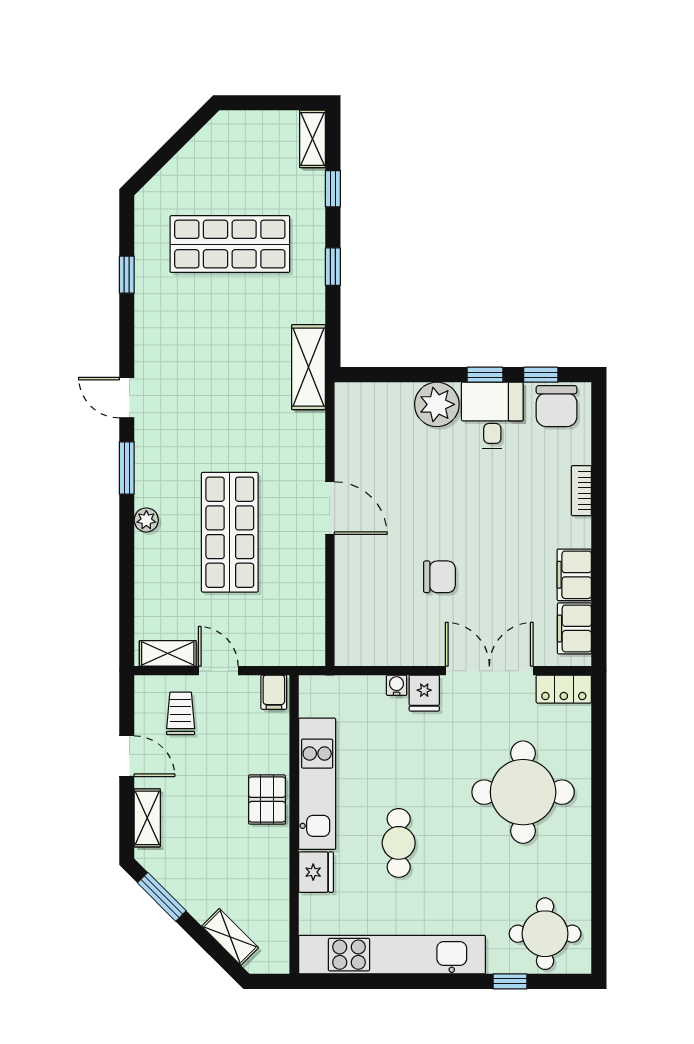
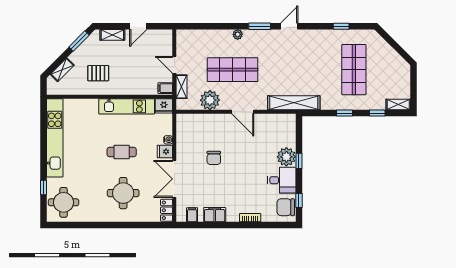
shelving: (309, 367) -> (294, 103), width x1.47
window: (485, 375) -> (299, 161), moved
door: (330, 508) -> (243, 112), hinge flipped
plant: (302, 586) -> (210, 100), added
filing cabinet: (574, 628) -> (192, 215), width x0.50
shelving: (168, 653) -> (182, 87), moved
door: (218, 671) -> (174, 65), swing flipped
double door: (489, 671) -> (174, 179), swing flipped
trolley: (181, 713) -> (156, 49), removed
round table: (523, 792) -> (123, 193), width x0.73, depth x0.73
pallet: (267, 799) -> (98, 73), moved
cafe table: (399, 843) -> (122, 152), moved
fridge: (316, 872) -> (164, 106), moved

